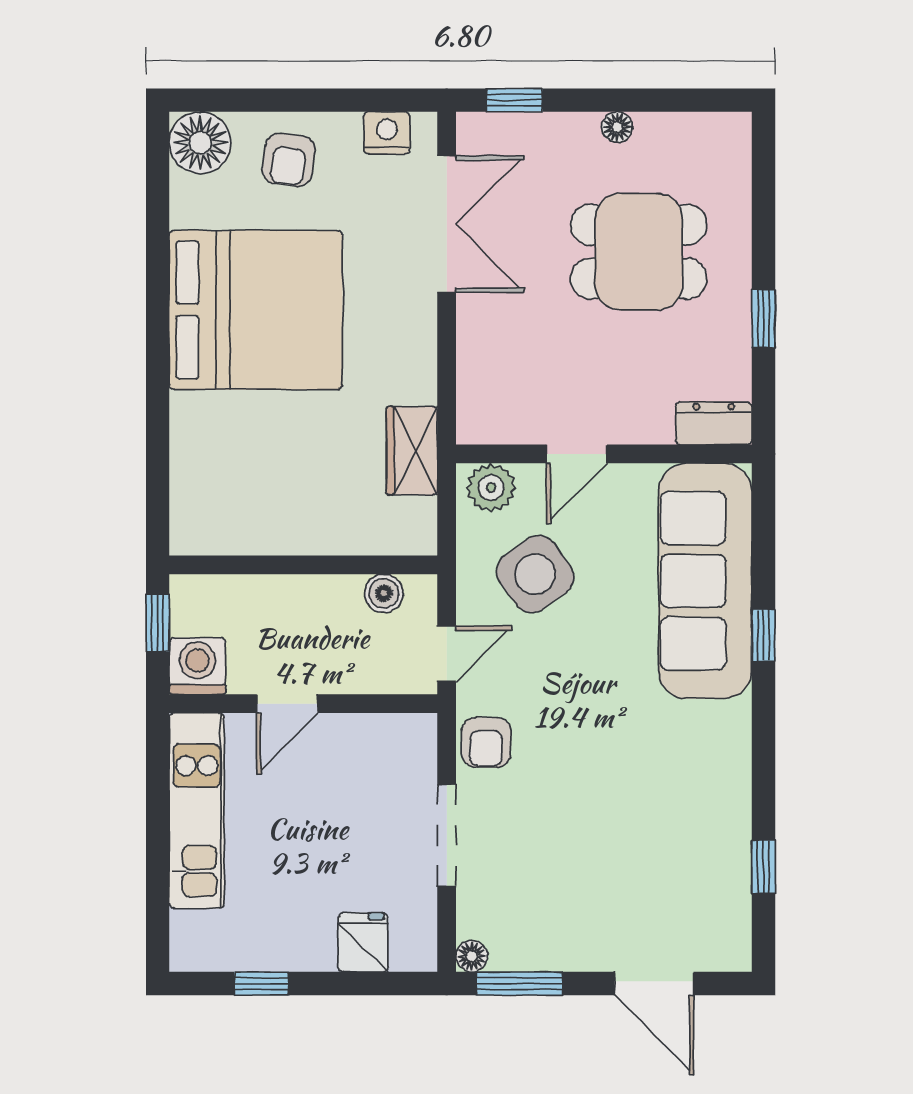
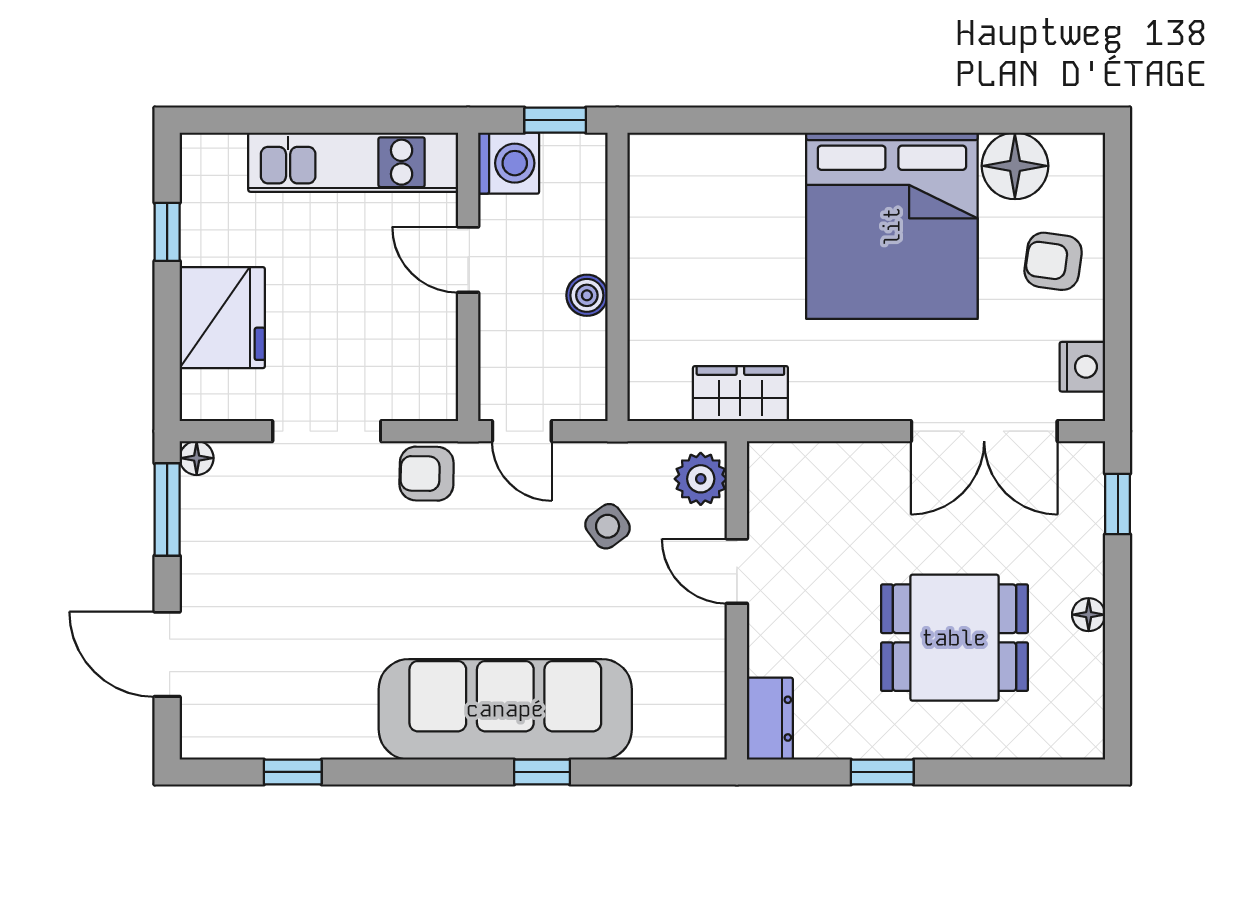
floor lamp: (200, 143) -> (1015, 166), moved
dining table: (639, 252) -> (954, 638), turned 90
side table: (535, 574) -> (608, 526), width x0.54, depth x0.54
sofa: (705, 581) -> (505, 709), moved
boiler: (384, 593) -> (587, 295), moved
fridge: (363, 942) -> (222, 318), width x1.88, depth x1.34
door: (654, 984) -> (167, 654), hinge flipped

